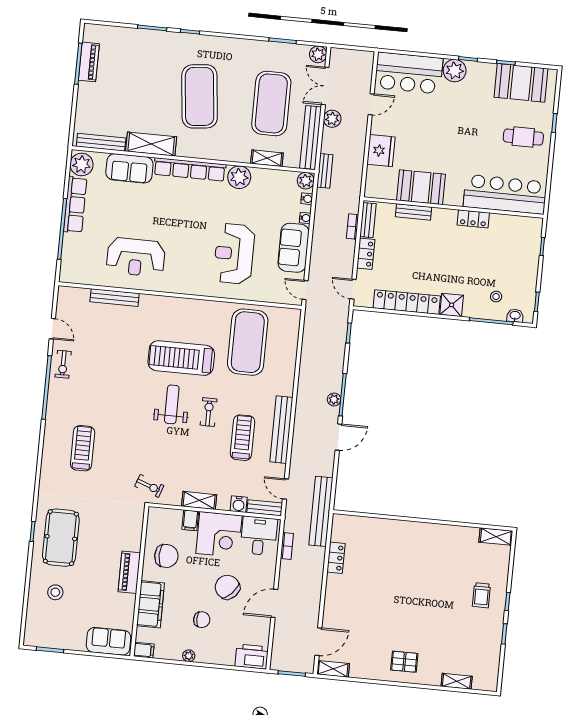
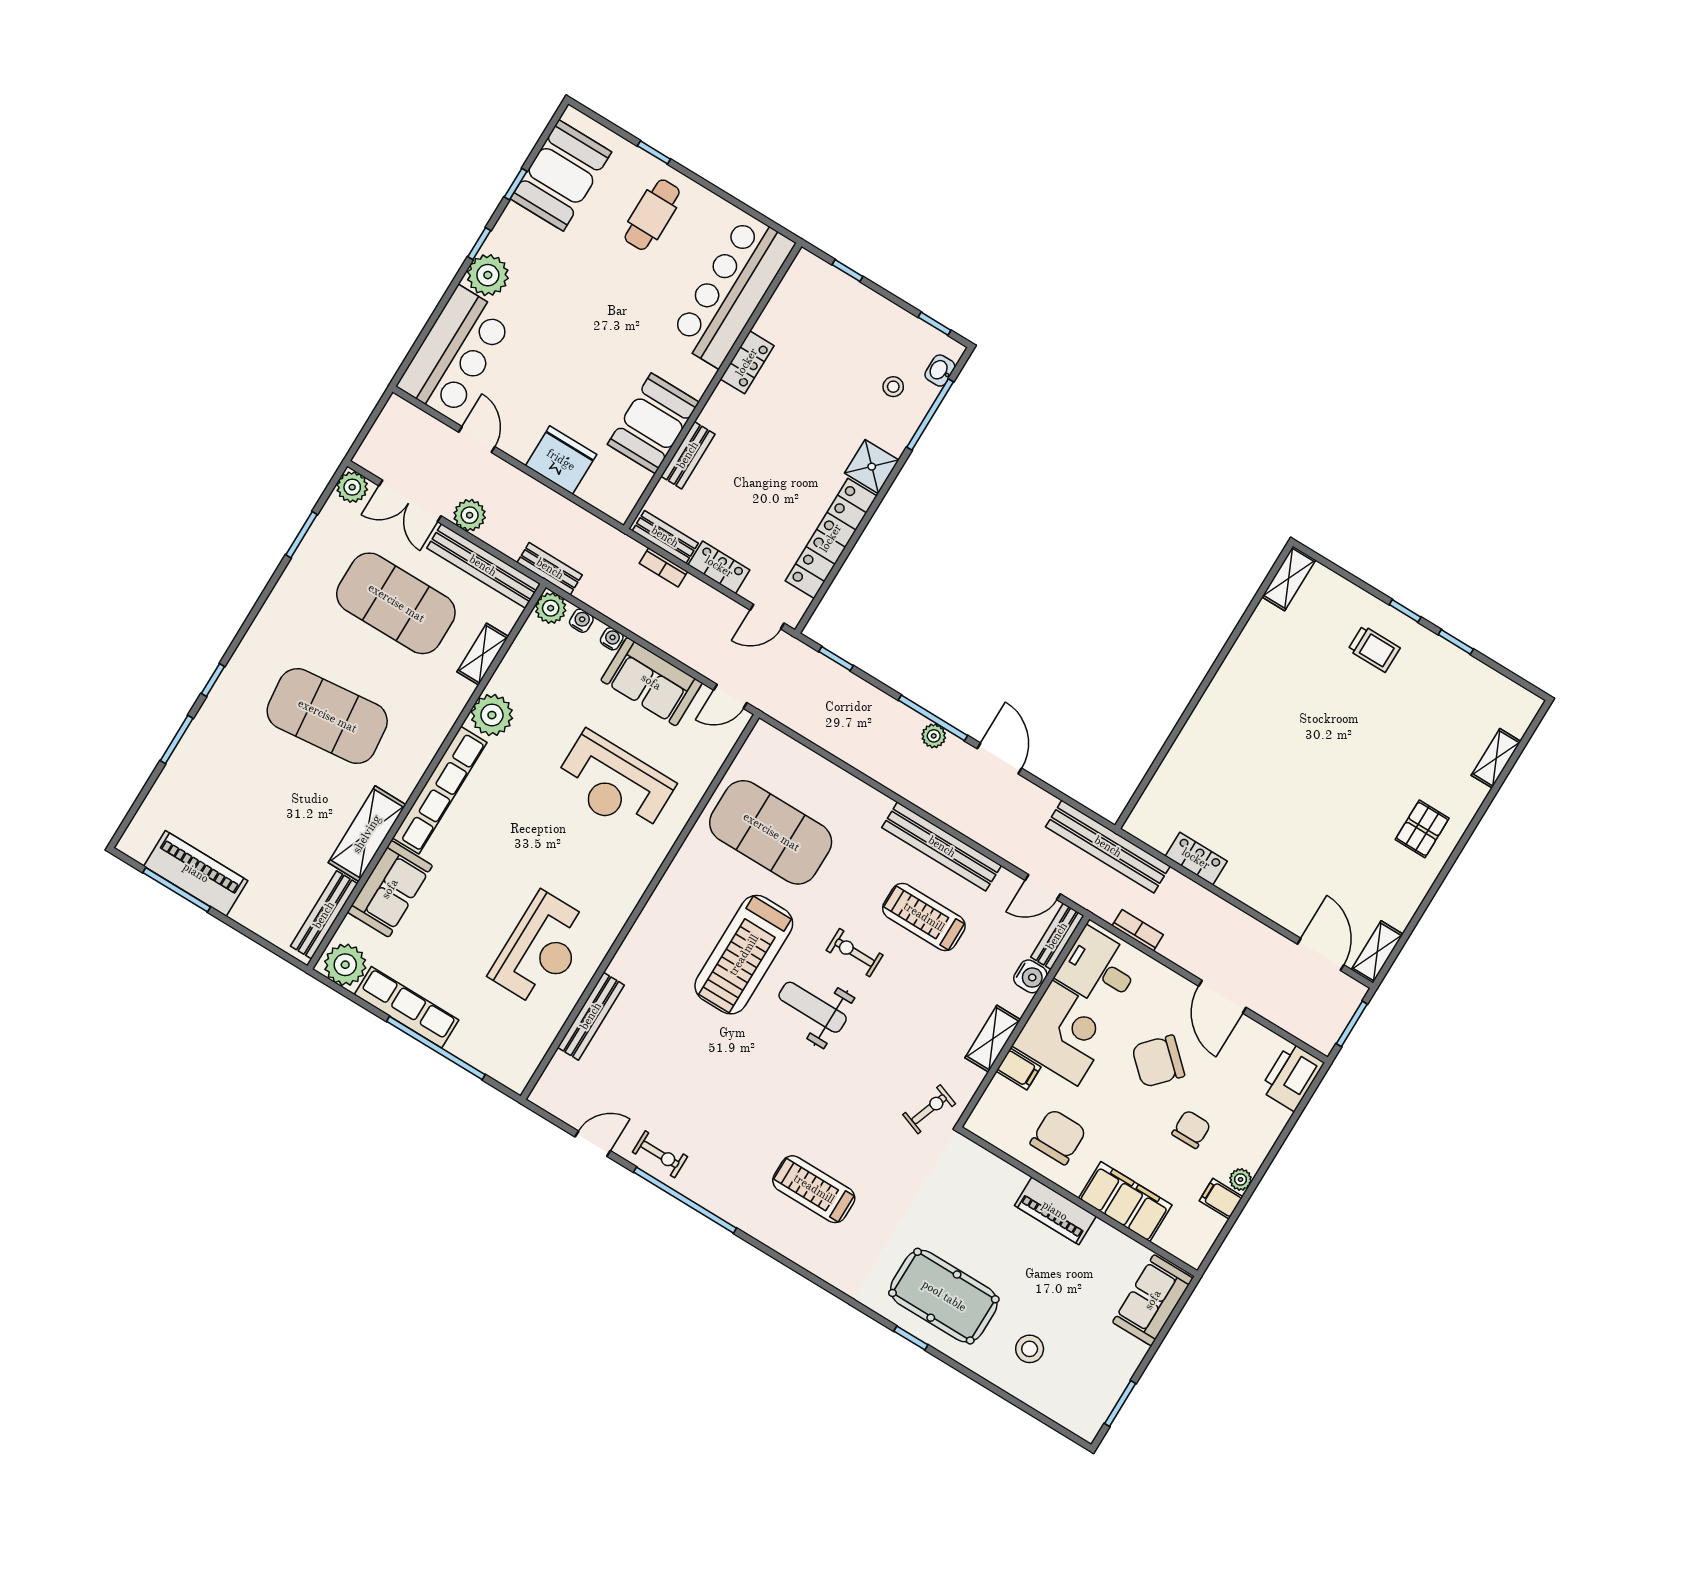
piano: (89, 62) -> (196, 873), width x1.37, depth x1.33
filing cabinet: (144, 650) -> (1221, 1199), moved, turned -90

